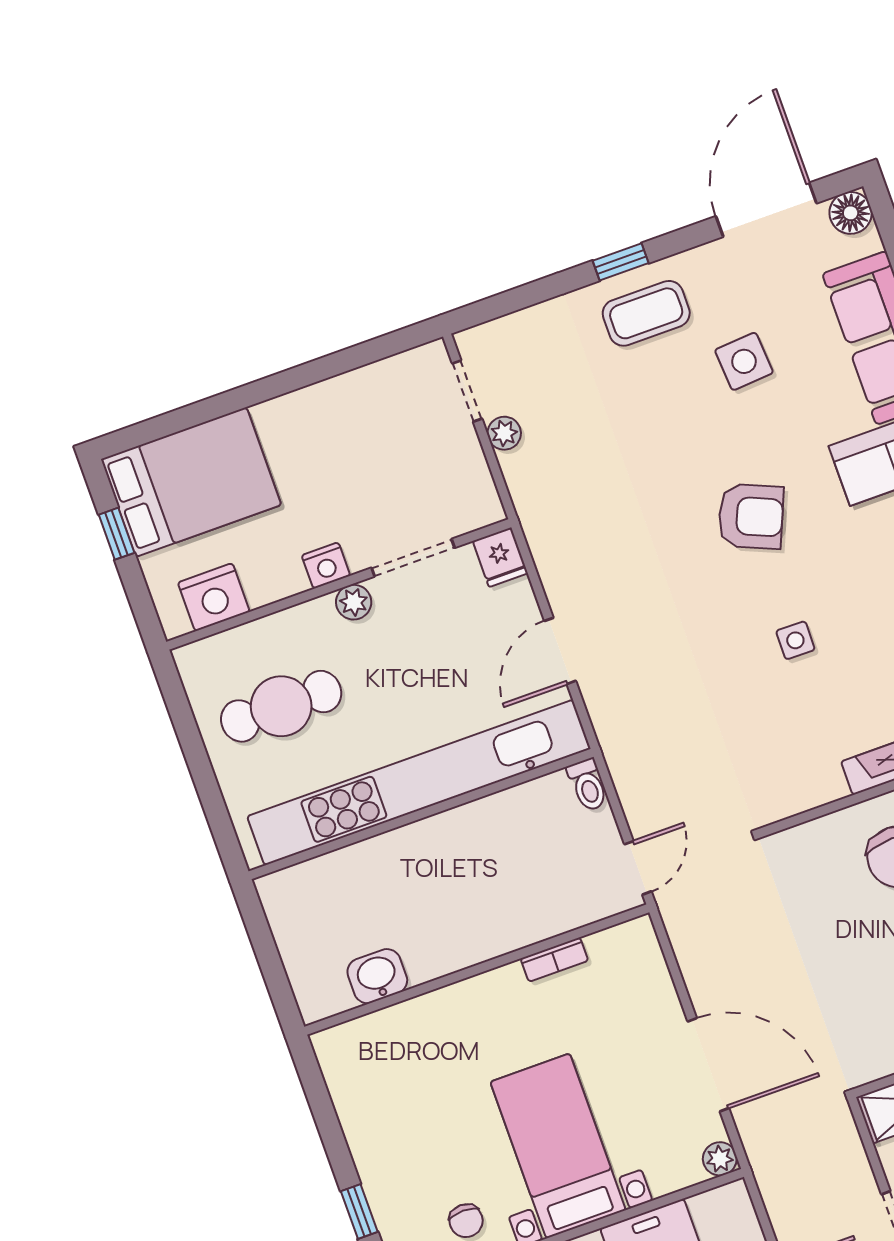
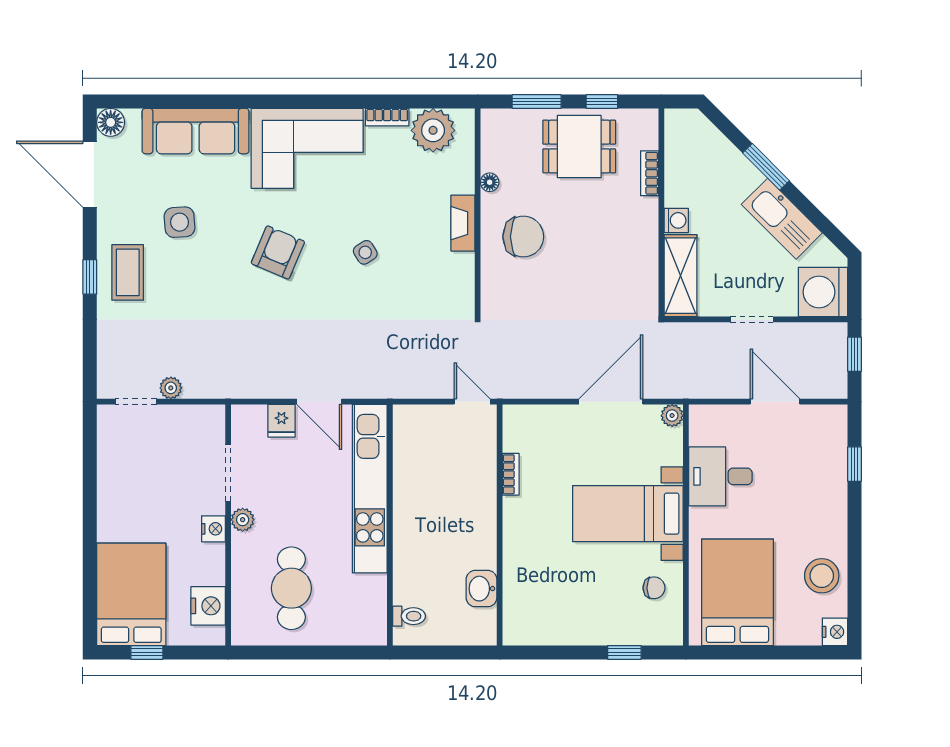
fridge: (500, 557) -> (281, 421), moved, turned 90
side table: (795, 640) -> (365, 252), turned -33
kitchen unit: (419, 782) -> (370, 489), width x0.73
toilet: (588, 785) -> (409, 616), moved

